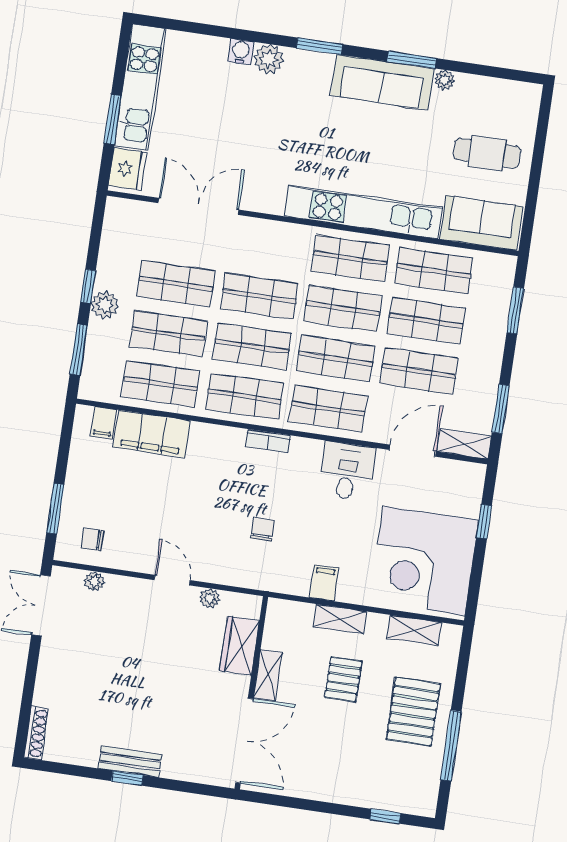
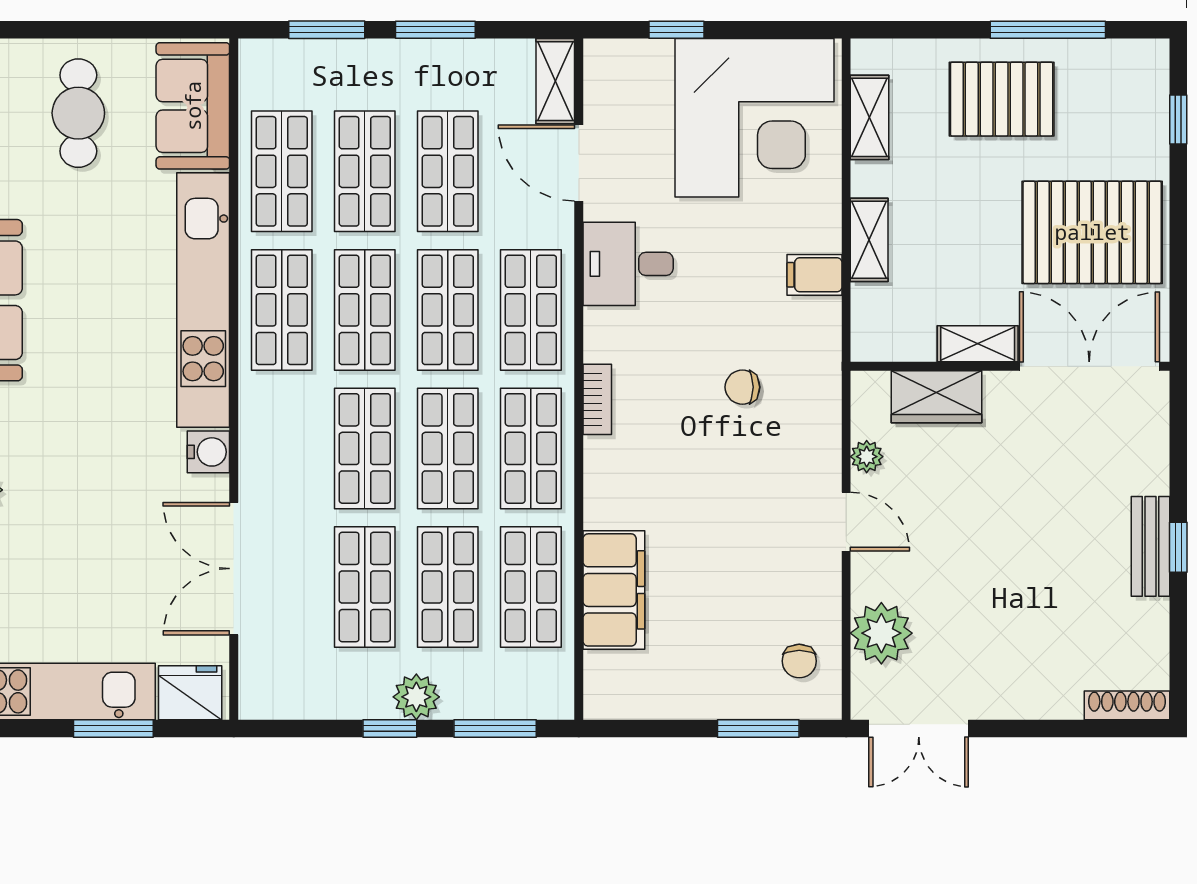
water cooler: (271, 201) -> (208, 452), added
window: (501, 409) -> (435, 30), moved
filing cabinet: (103, 423) -> (608, 671), removed
door: (172, 580) -> (846, 522), swing flipped
plant: (94, 581) -> (881, 633), width x1.88, depth x1.88
pallet: (343, 679) -> (1092, 232), moved, width x2.05, depth x2.00

